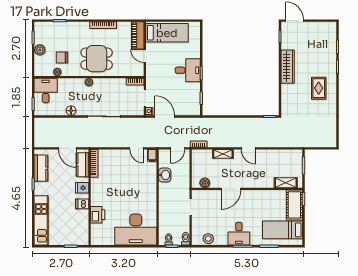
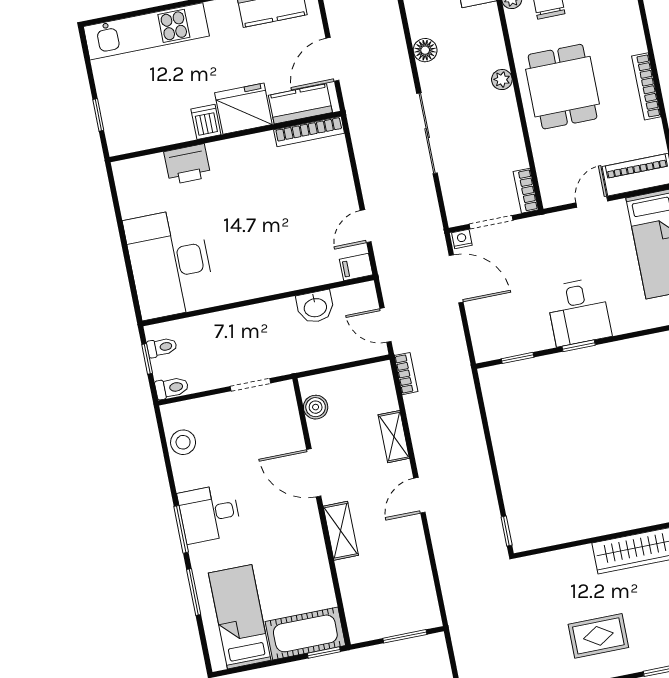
door: (165, 116) -> (456, 279), hinge flipped
shelving: (286, 183) -> (341, 531), moved
fridge: (82, 188) -> (243, 109), width x1.88, depth x1.34

